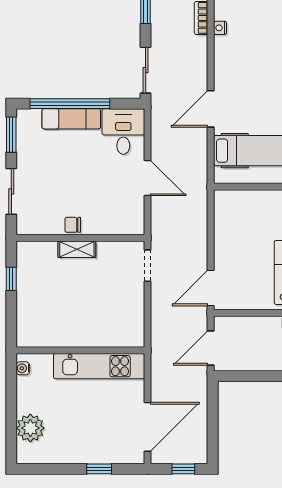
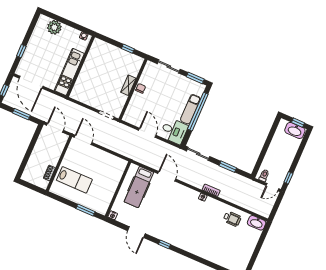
door: (148, 178) -> (147, 133), swing flipped
window: (213, 419) -> (21, 114), added

